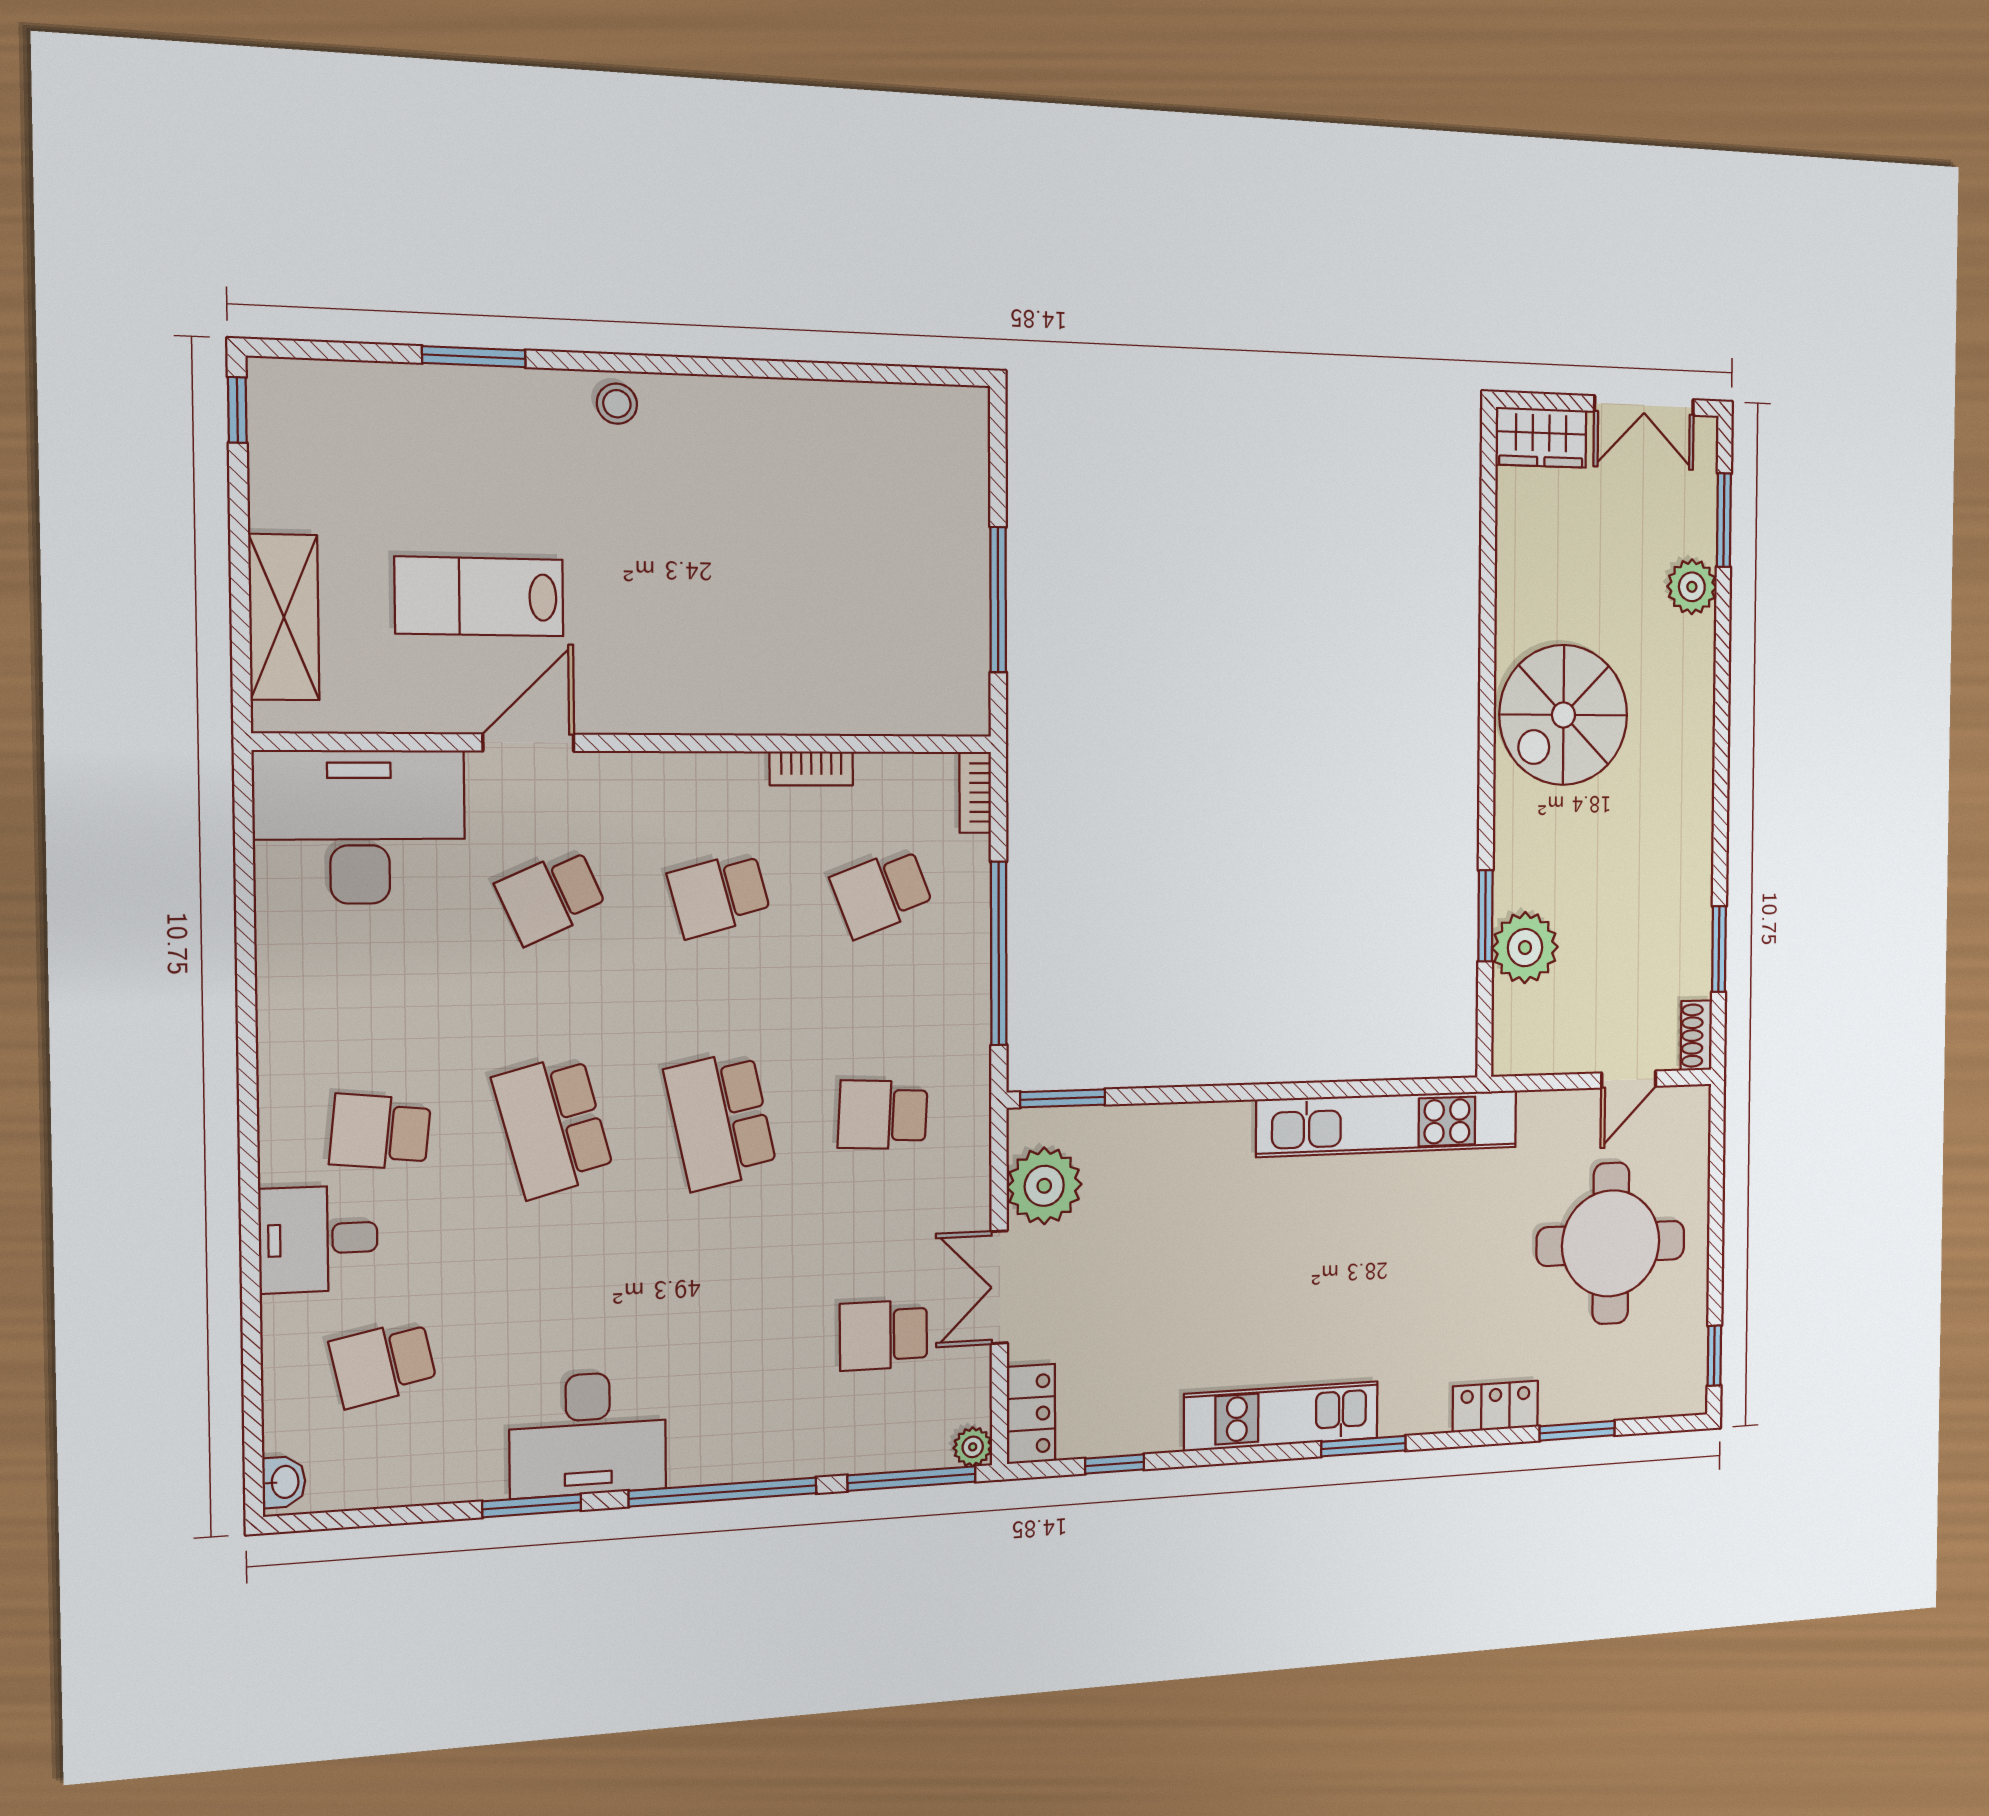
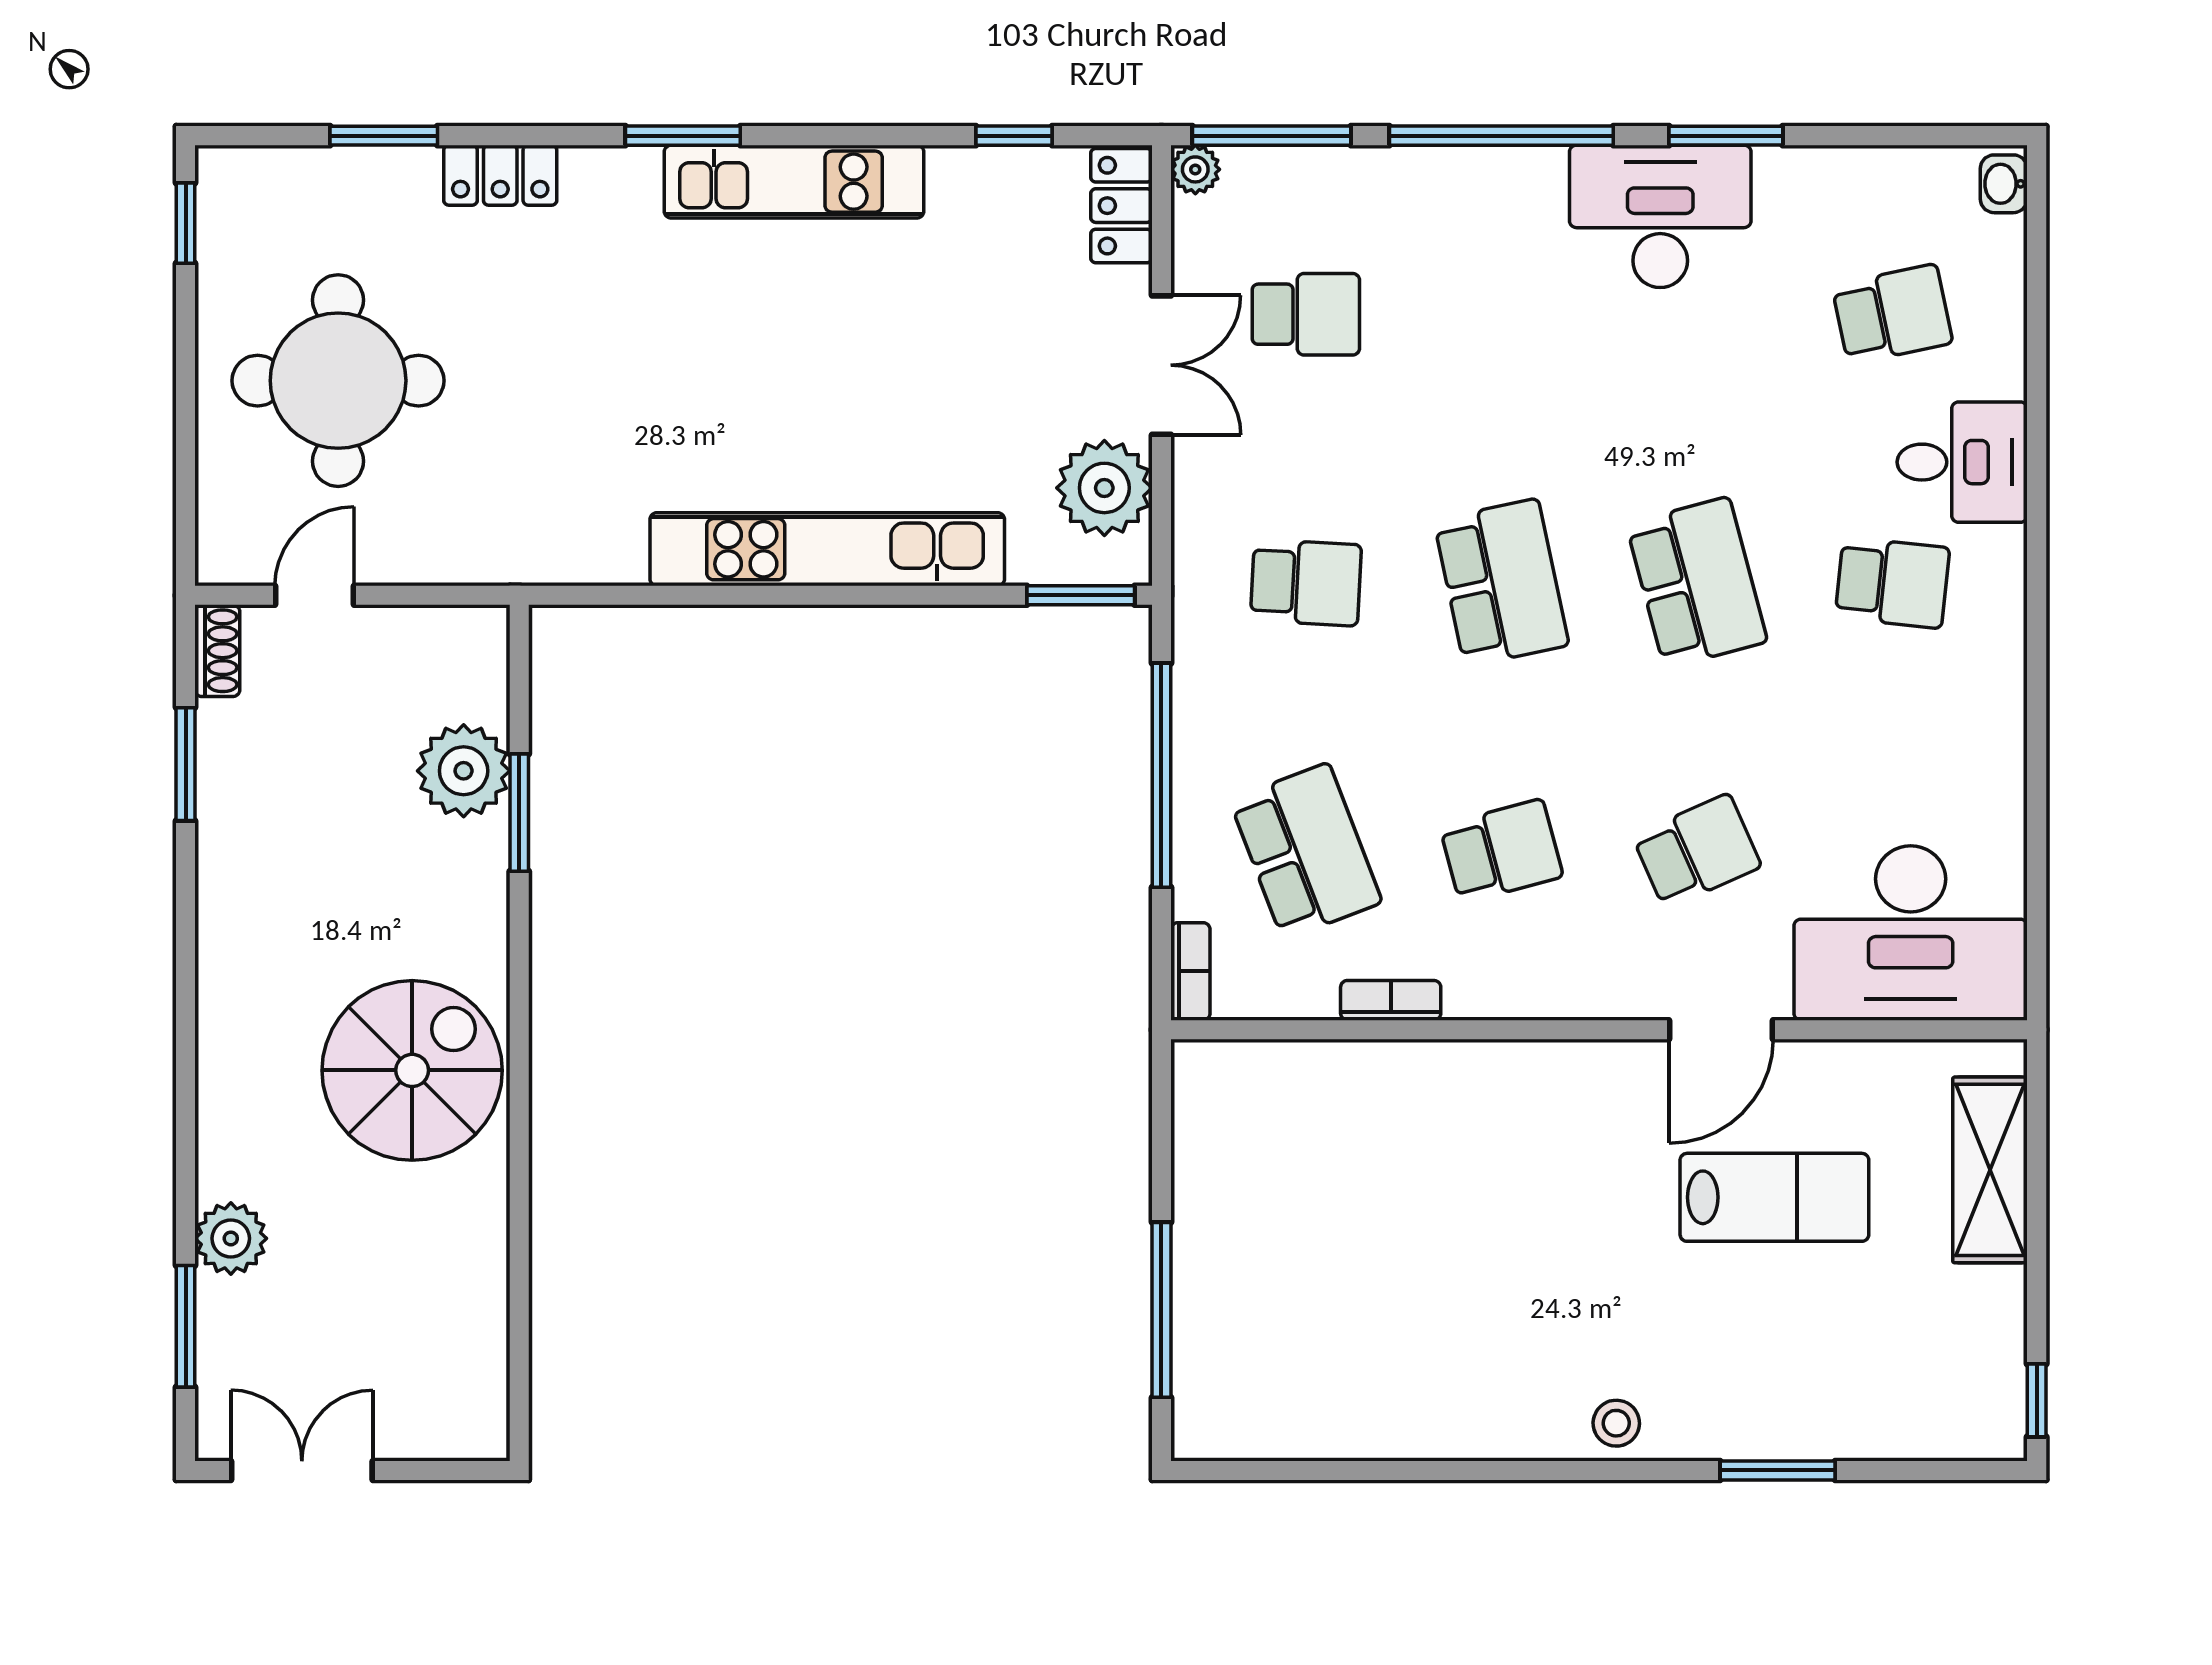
wardrobe: (1541, 437) -> (447, 1425), removed
window: (998, 600) -> (1161, 1310), moved
school desk: (882, 893) -> (1306, 851), width x1.85
kitchen unit: (1388, 1124) -> (827, 549), moved

